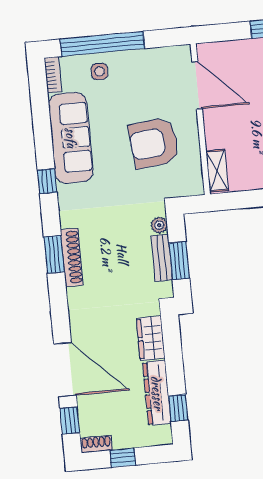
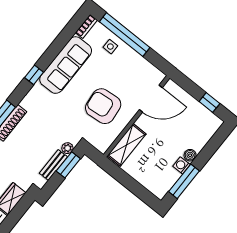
door: (197, 85) -> (151, 99), hinge flipped
shelving: (217, 171) -> (127, 145), width x1.50, depth x1.33
window: (179, 261) -> (68, 165), moved

